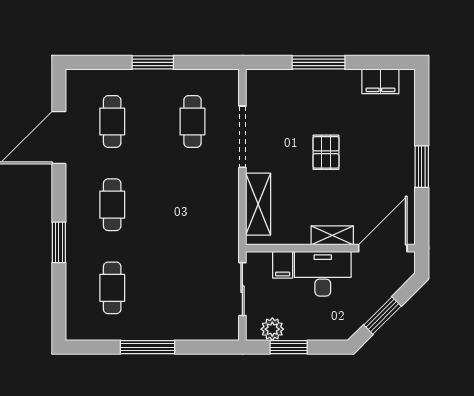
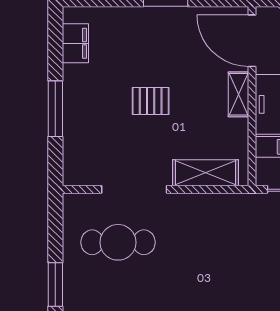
cafe table: (192, 122) -> (118, 242), width x1.37, depth x1.35

